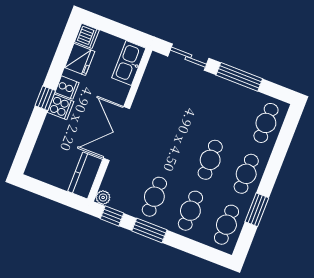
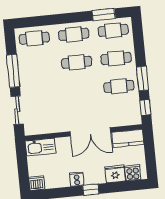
fridge: (80, 59) -> (115, 174), moved
cooker: (60, 107) -> (133, 173), moved
plant: (103, 197) -> (136, 119), removed
window: (257, 210) -> (104, 15), moved

